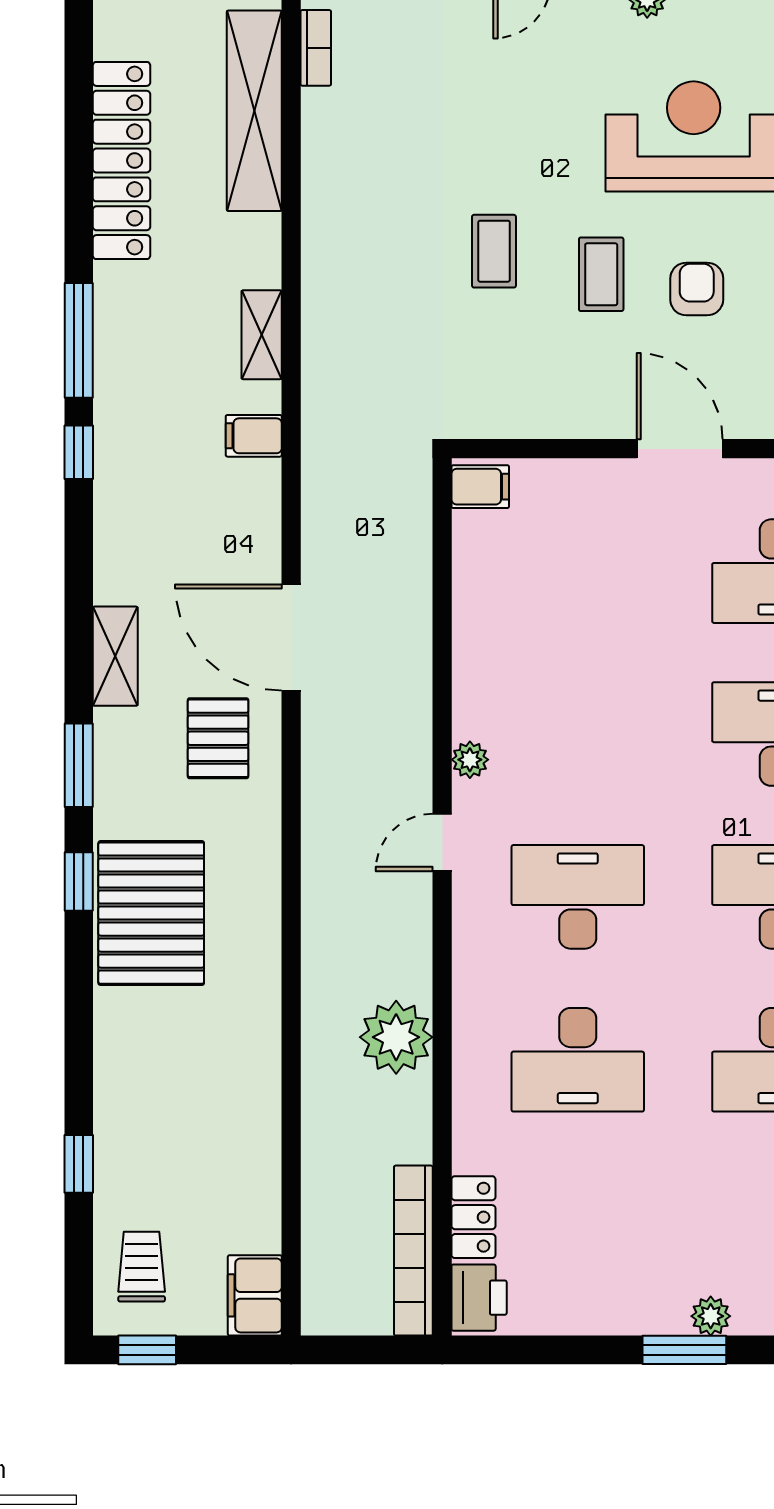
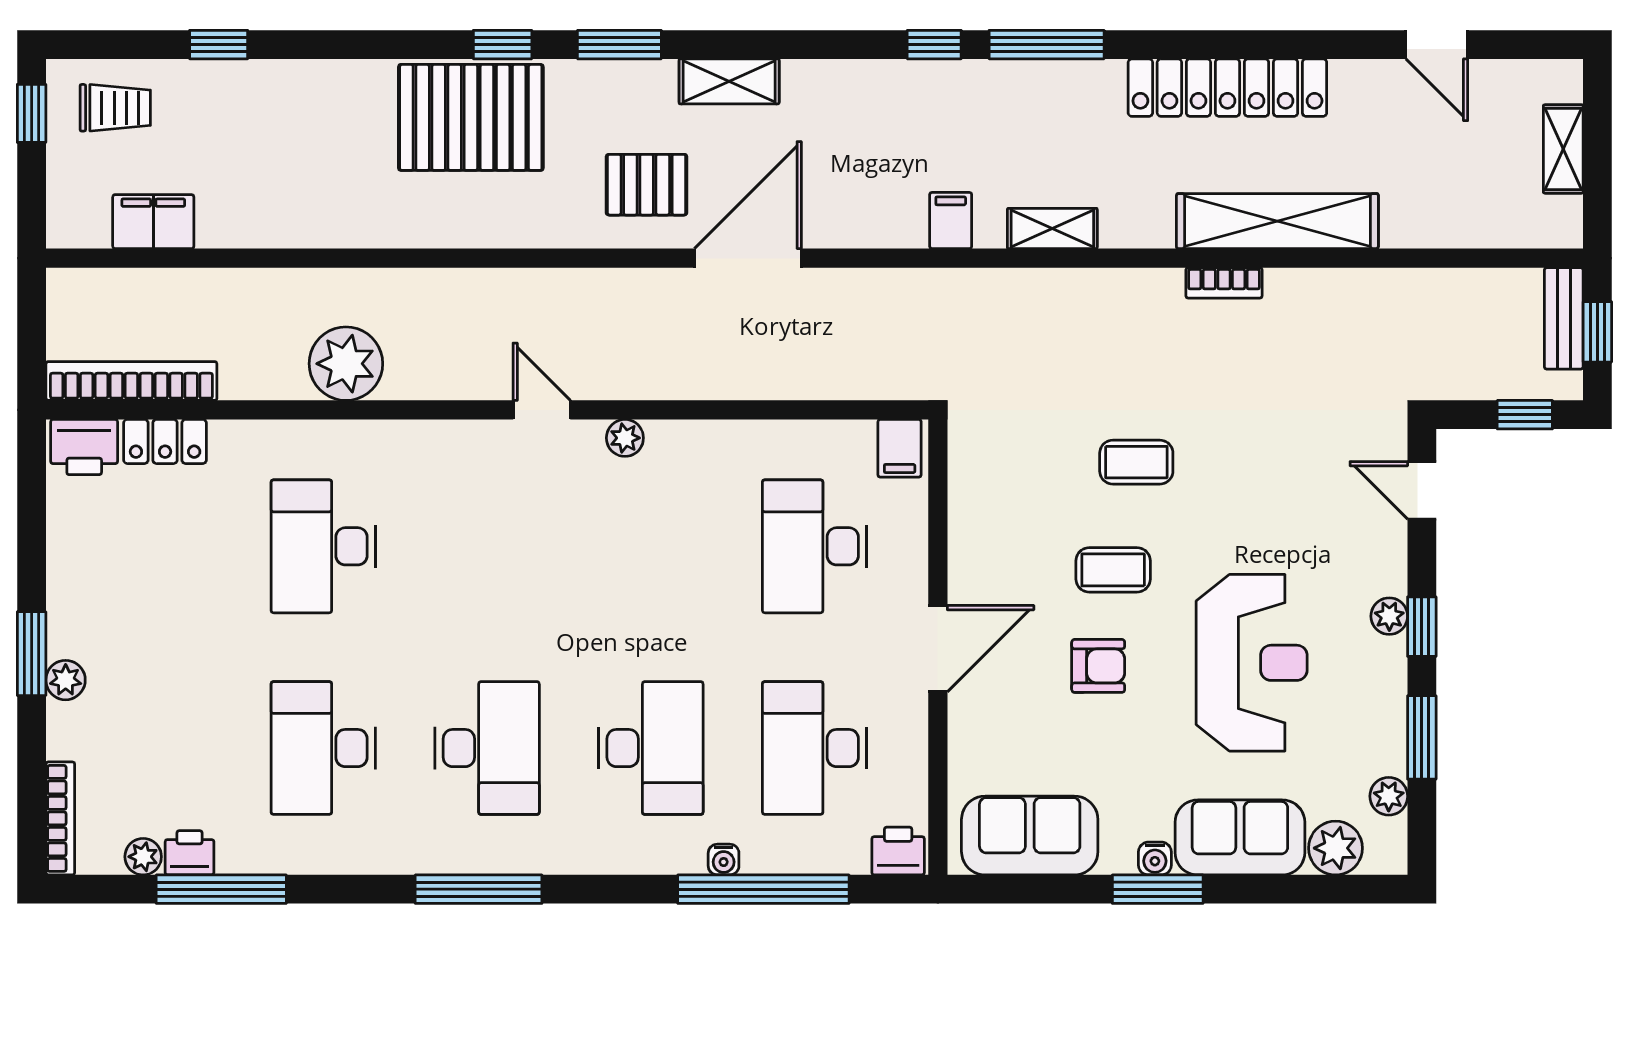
bookcase: (316, 48) -> (1224, 283), moved
desk: (578, 897) -> (815, 546), moved, turned 180
filing cabinet: (255, 1295) -> (153, 222), moved

